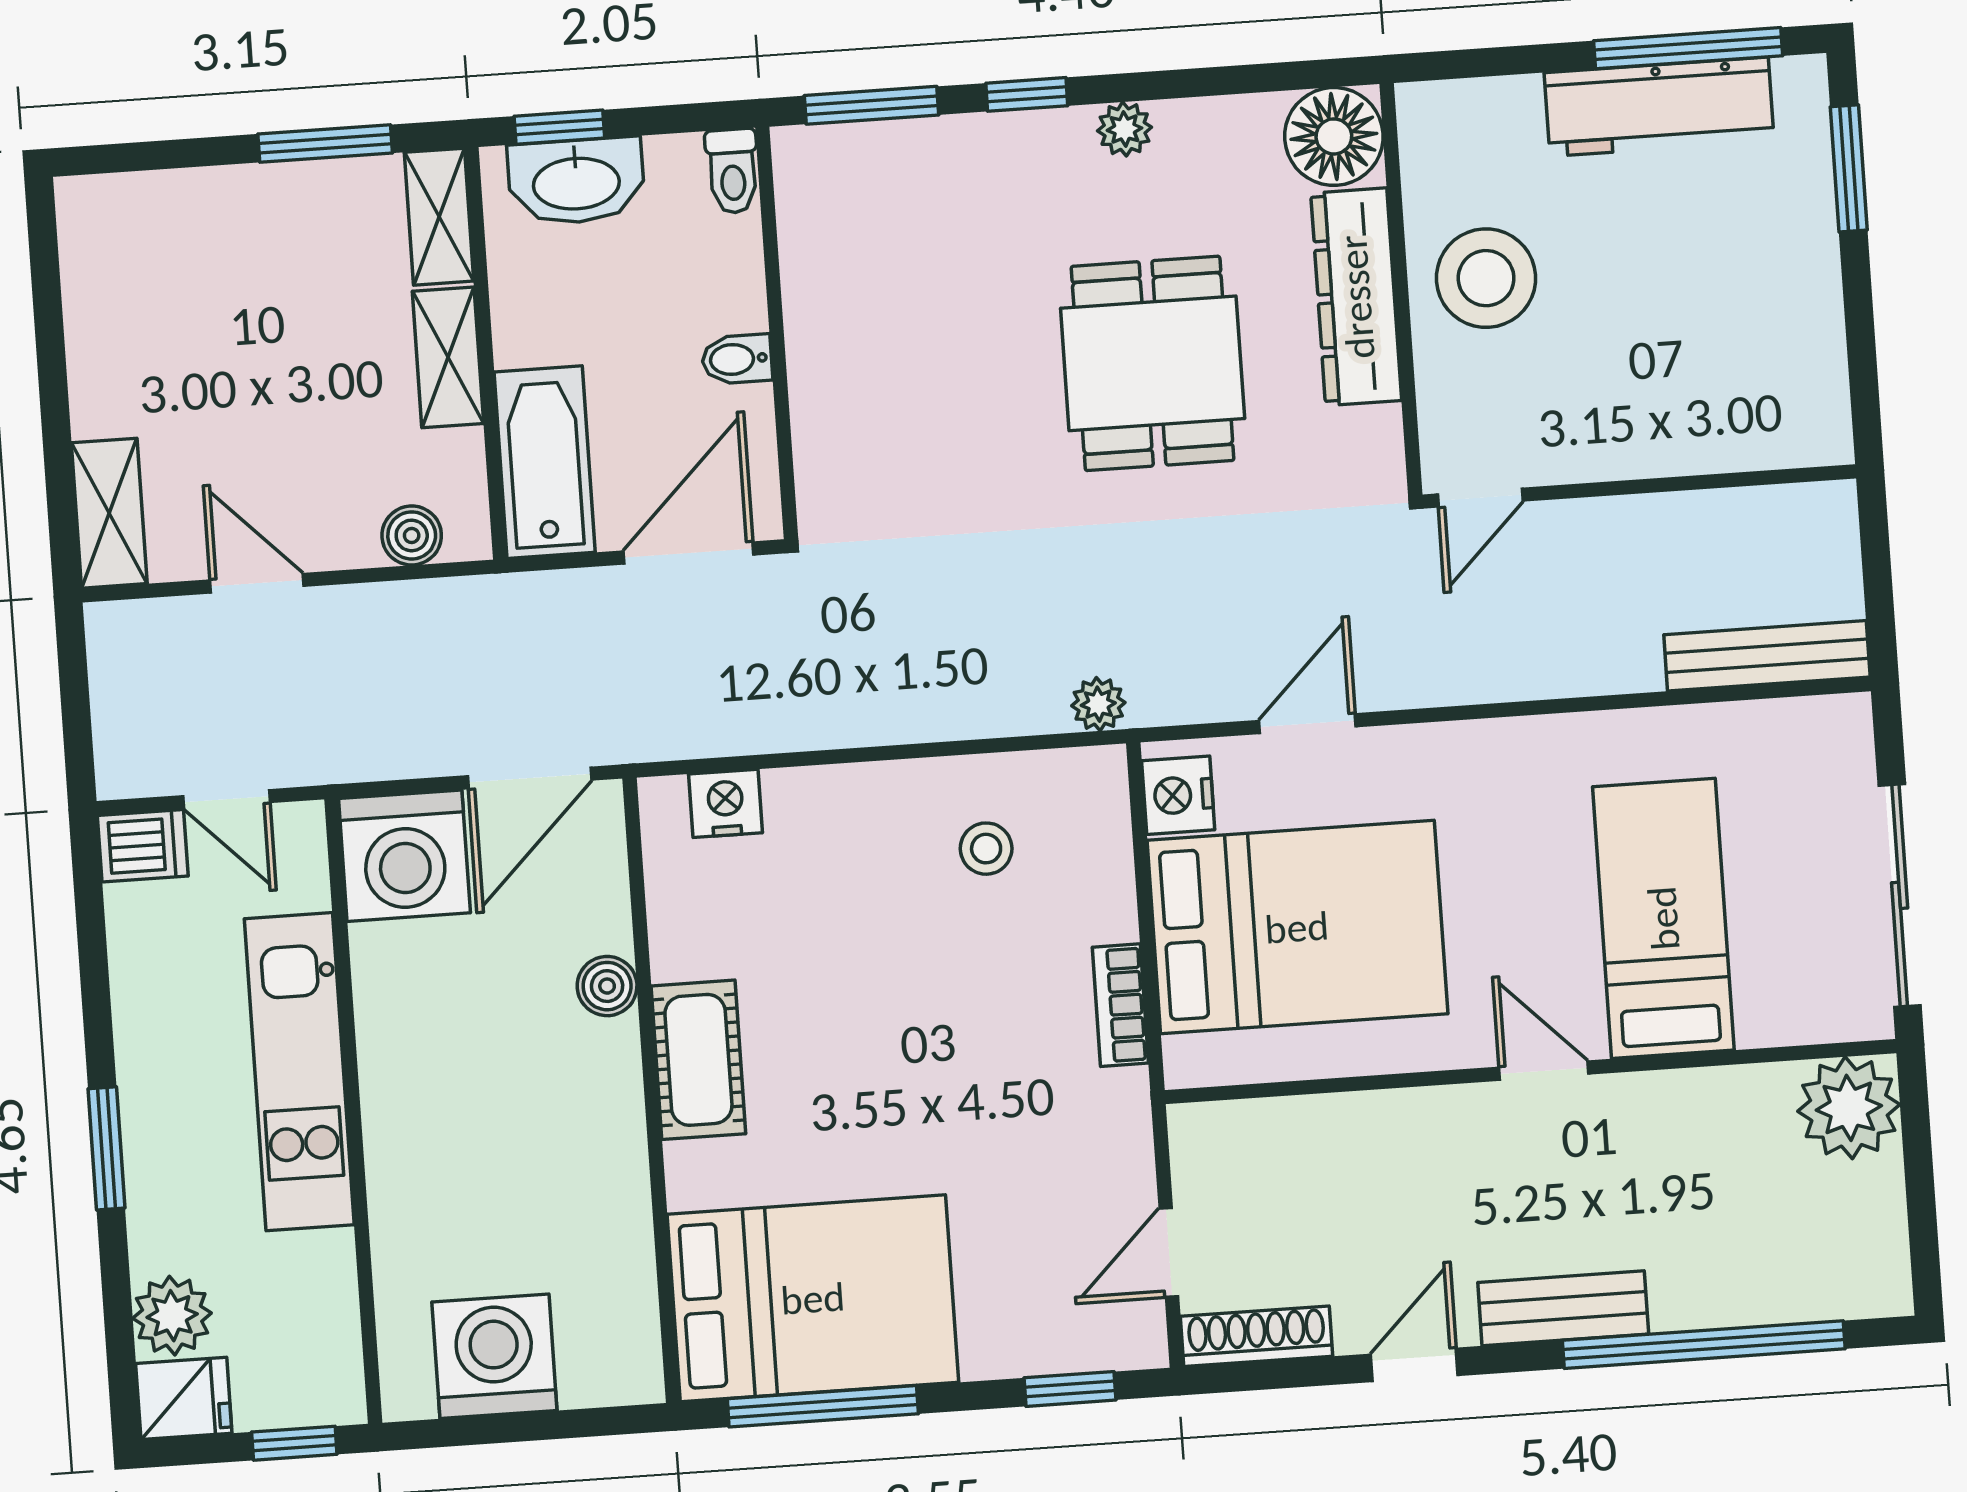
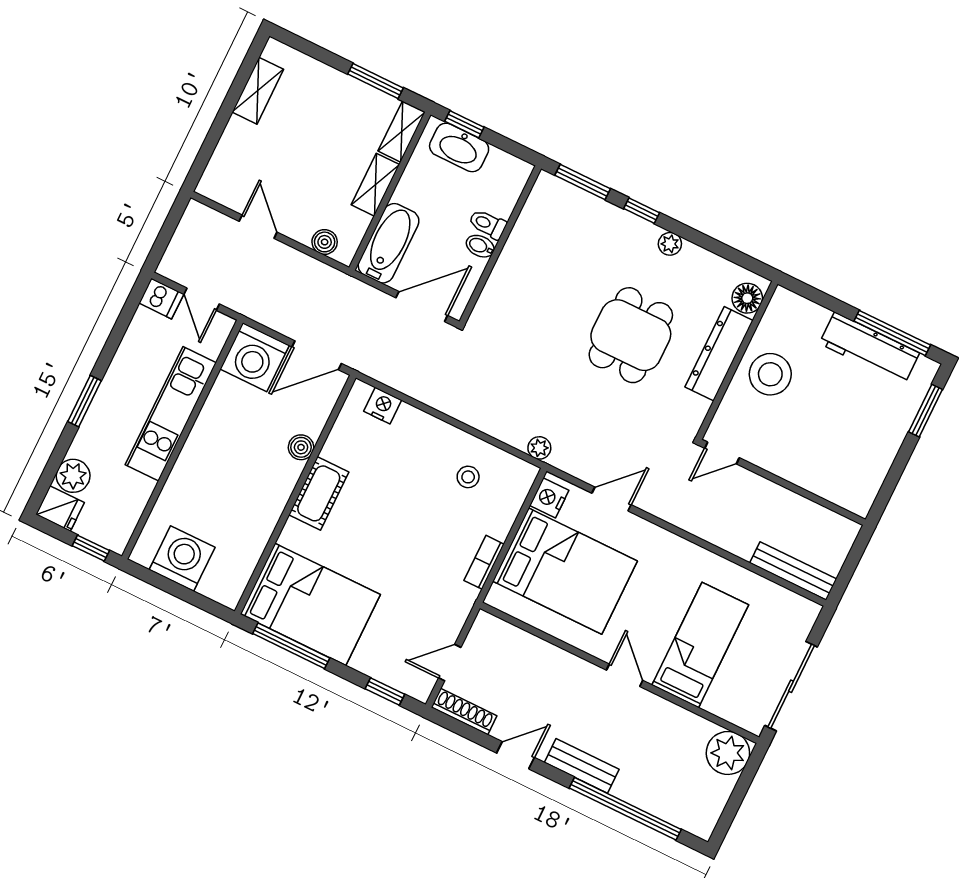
floor lamp: (1334, 136) -> (747, 298), width x0.73, depth x0.73
toilet: (732, 171) -> (488, 224), moved, turned 90
shelving: (109, 513) -> (258, 91), moved

